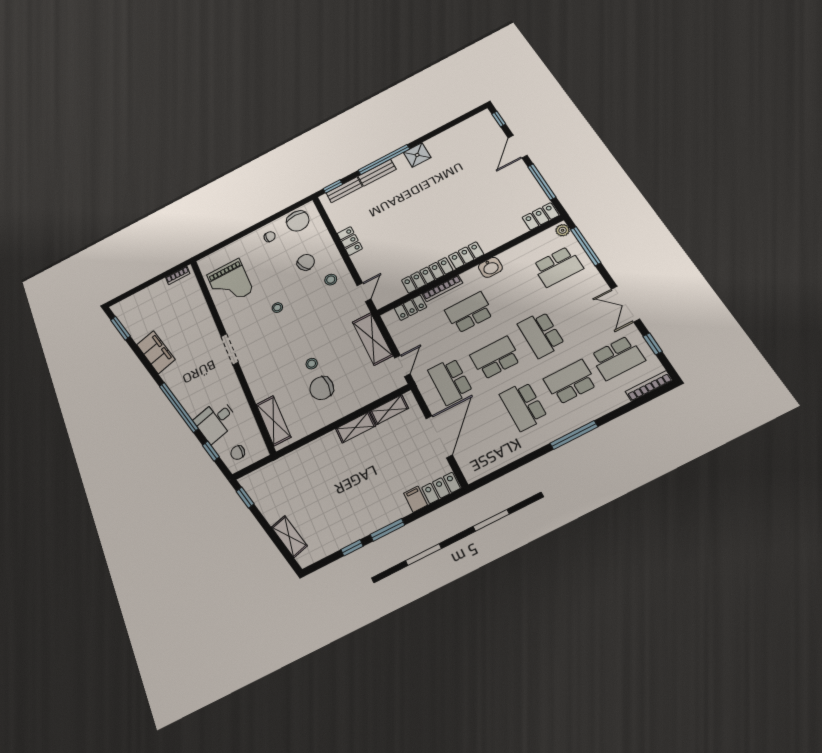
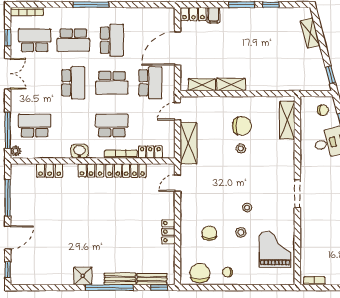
locker: (541, 216) -> (50, 171), moved
chair: (306, 262) -> (209, 233), turned 118
stool: (331, 280) -> (241, 232), moved
school desk: (469, 312) -> (112, 125), turned 180

